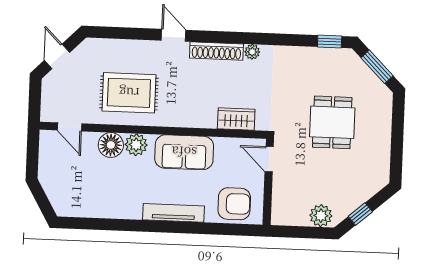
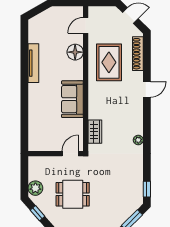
shoe rack: (216, 51) -> (138, 54), moved
dining table: (332, 122) -> (73, 194), moved
plant: (136, 145) -> (76, 68), removed
armchair: (234, 204) -> (41, 132), removed
tv unit: (173, 213) -> (33, 63), moved

